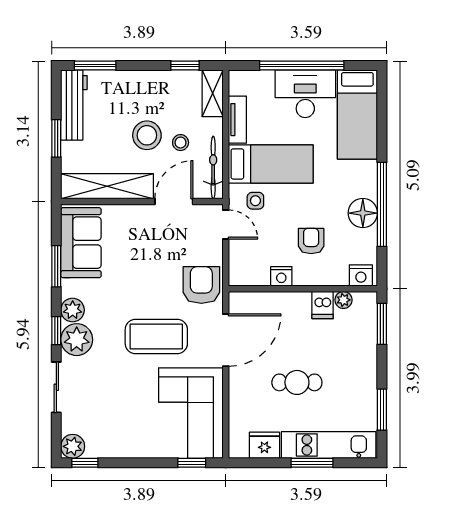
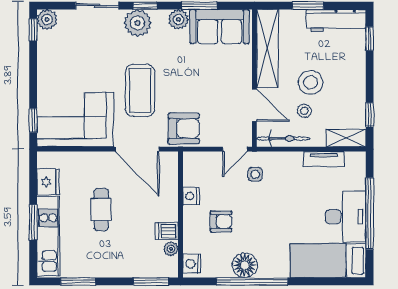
window: (95, 66) -> (370, 39), width x0.67
bed: (271, 164) -> (286, 187), removed
plant: (73, 310) -> (178, 19), moved

